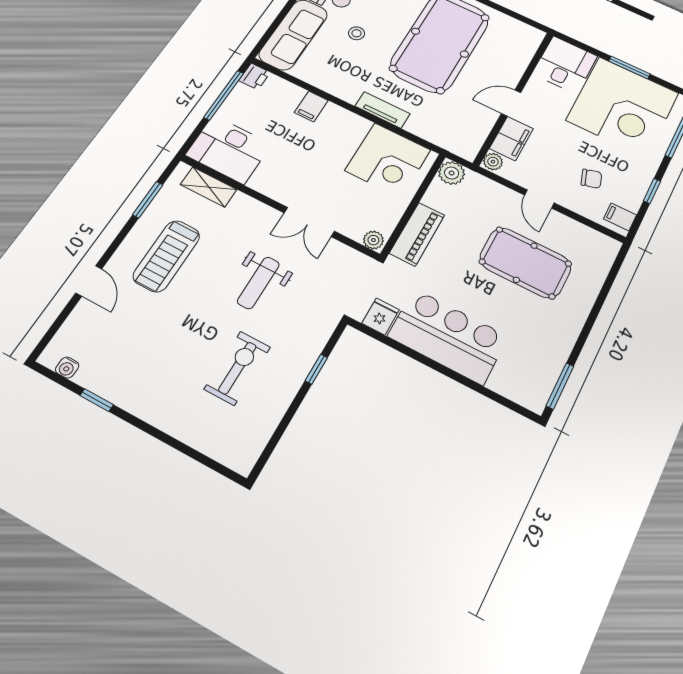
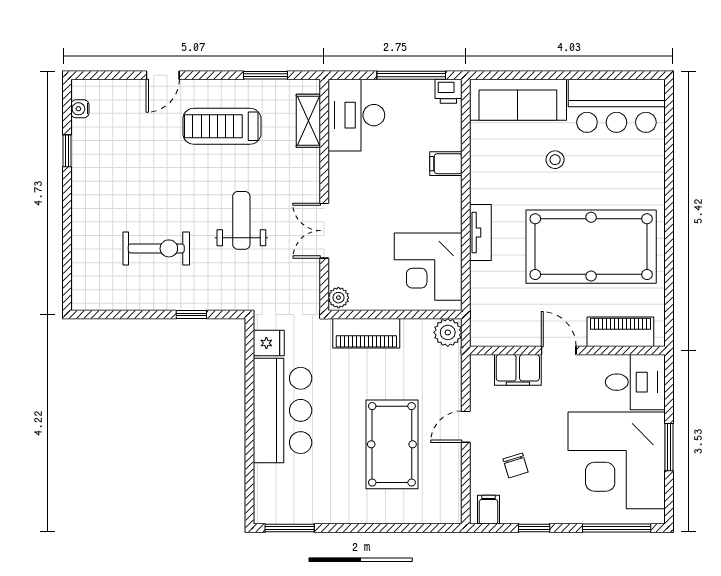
piano: (519, 56) -> (620, 332), added
plant: (493, 162) -> (482, 365), removed
weight bench: (258, 283) -> (241, 220), turned 90

